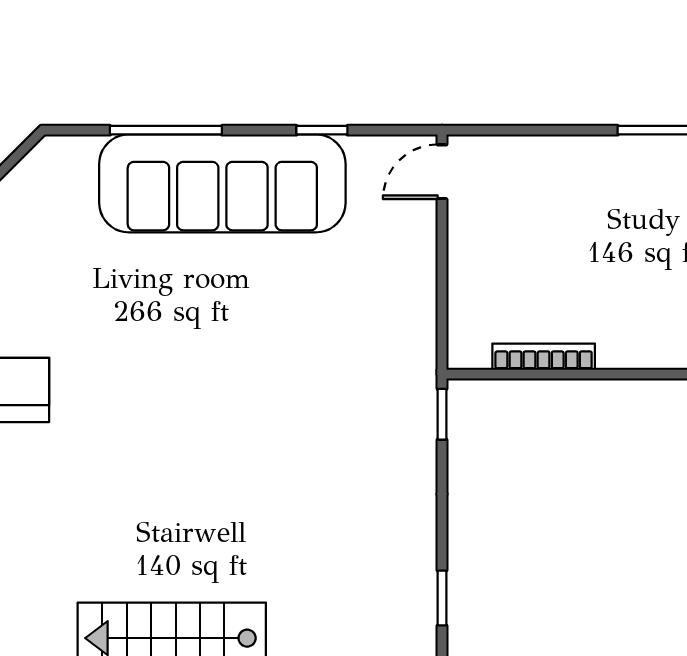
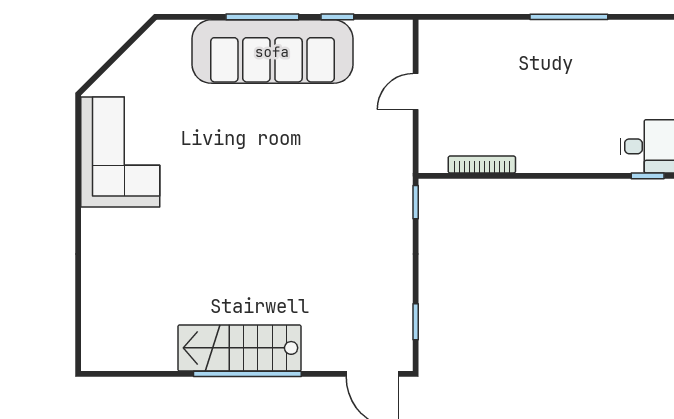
window: (166, 130) -> (262, 17), moved
door: (442, 172) -> (416, 91), moved

